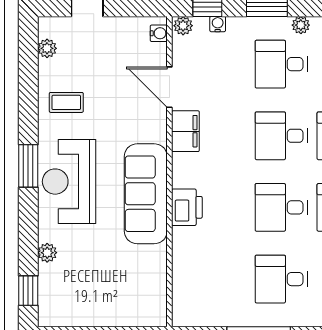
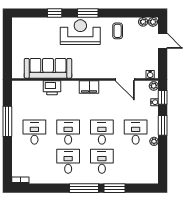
door: (169, 87) -> (125, 79), swing flipped
filing cabinet: (185, 131) -> (89, 87), moved
sofa: (146, 194) -> (48, 68), moved
printer: (187, 207) -> (52, 88), moved
plant: (47, 253) -> (153, 22), moved
window: (28, 291) -> (55, 13), moved

